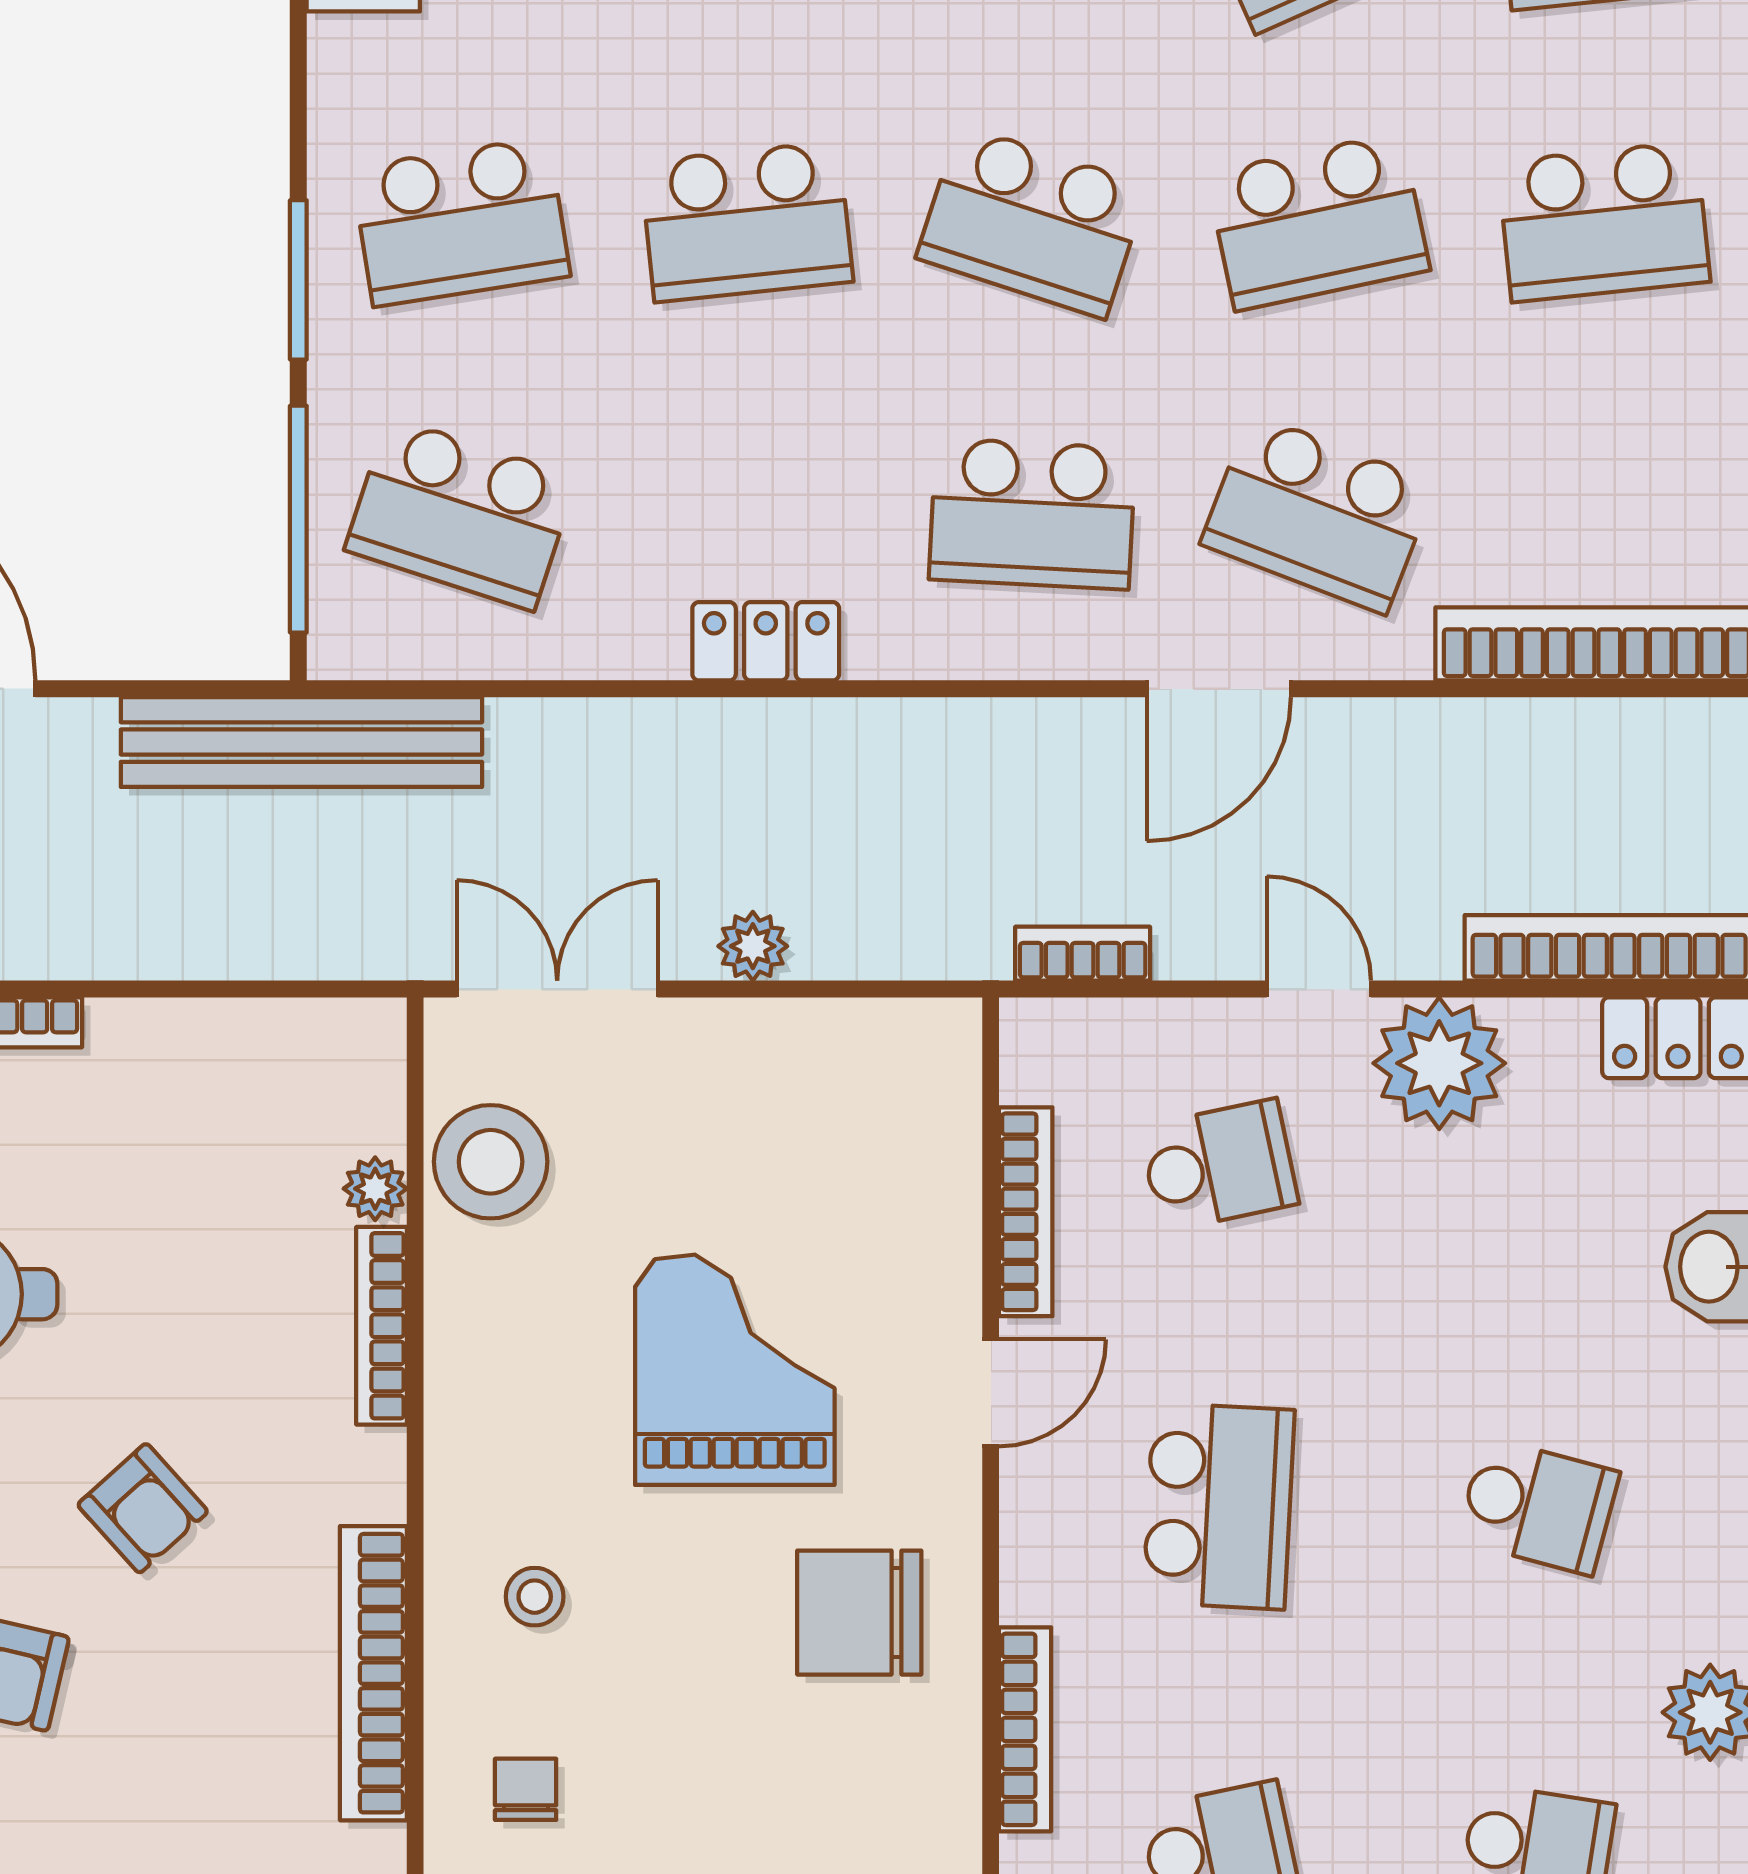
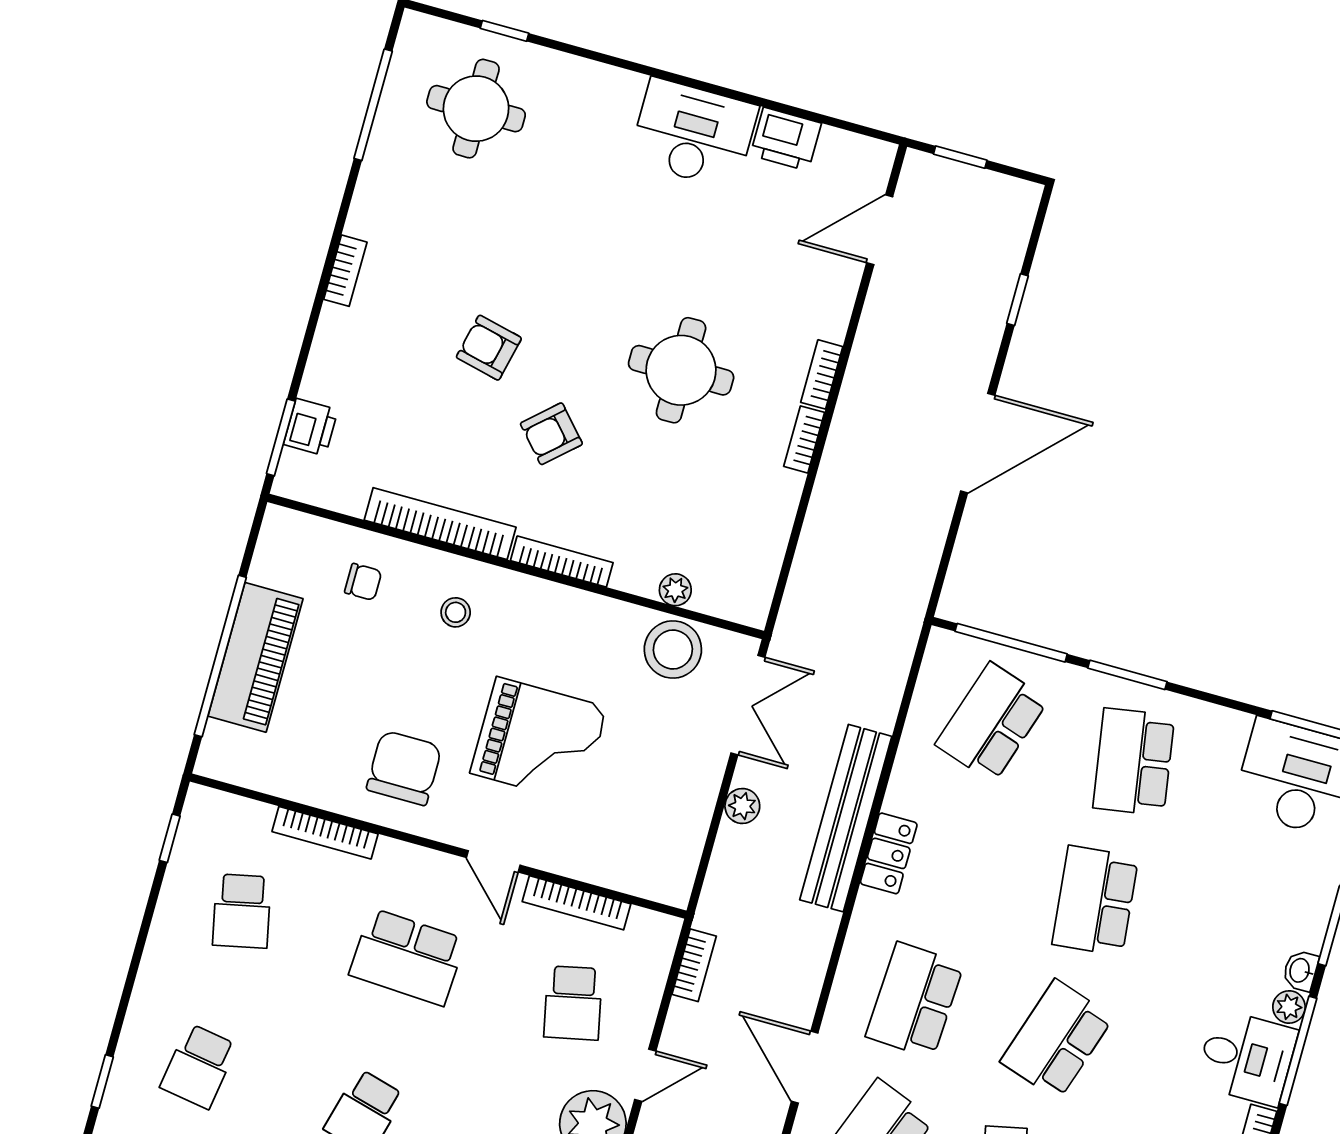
bench: (301, 742) -> (846, 818), moved
bookcase: (381, 1326) -> (562, 562), moved

